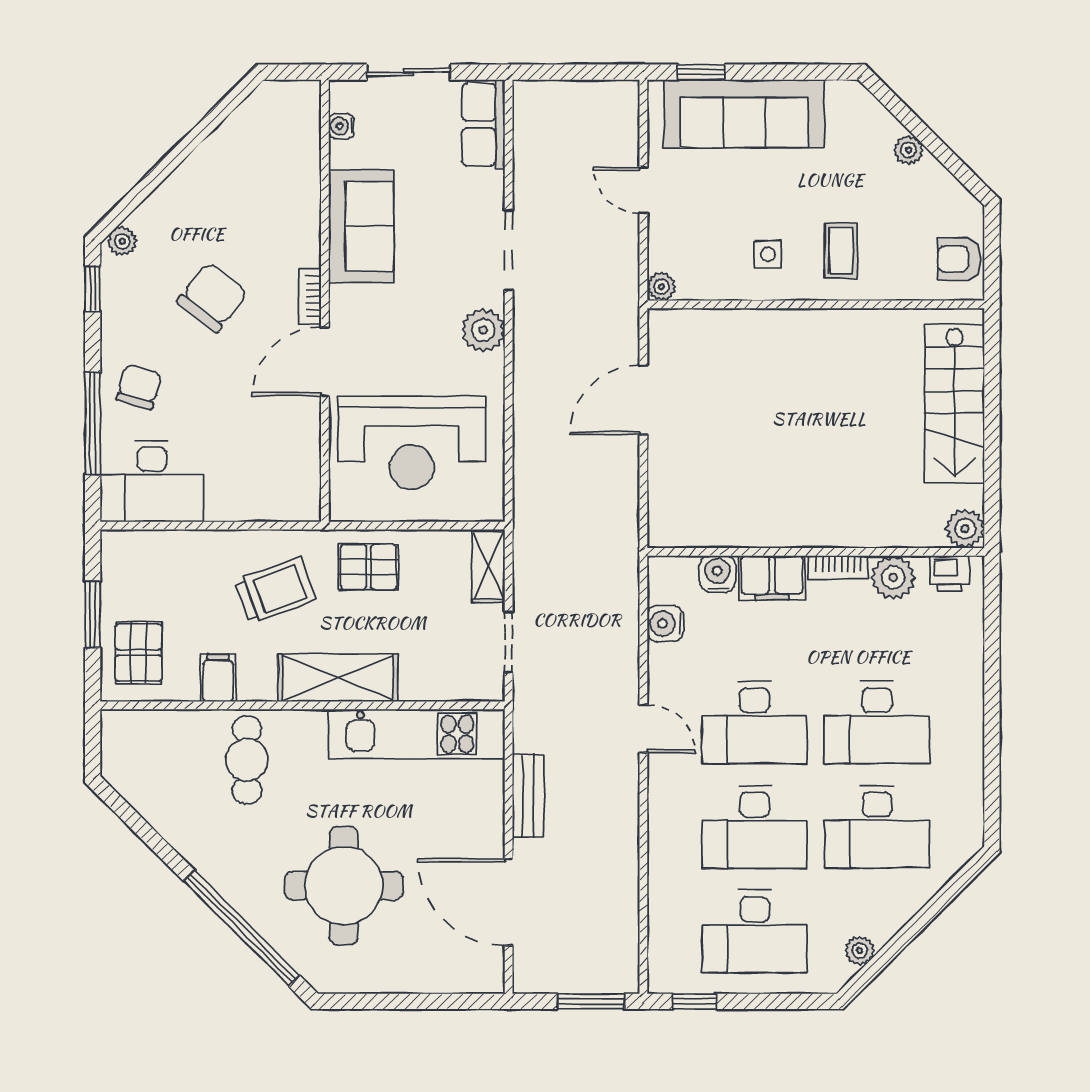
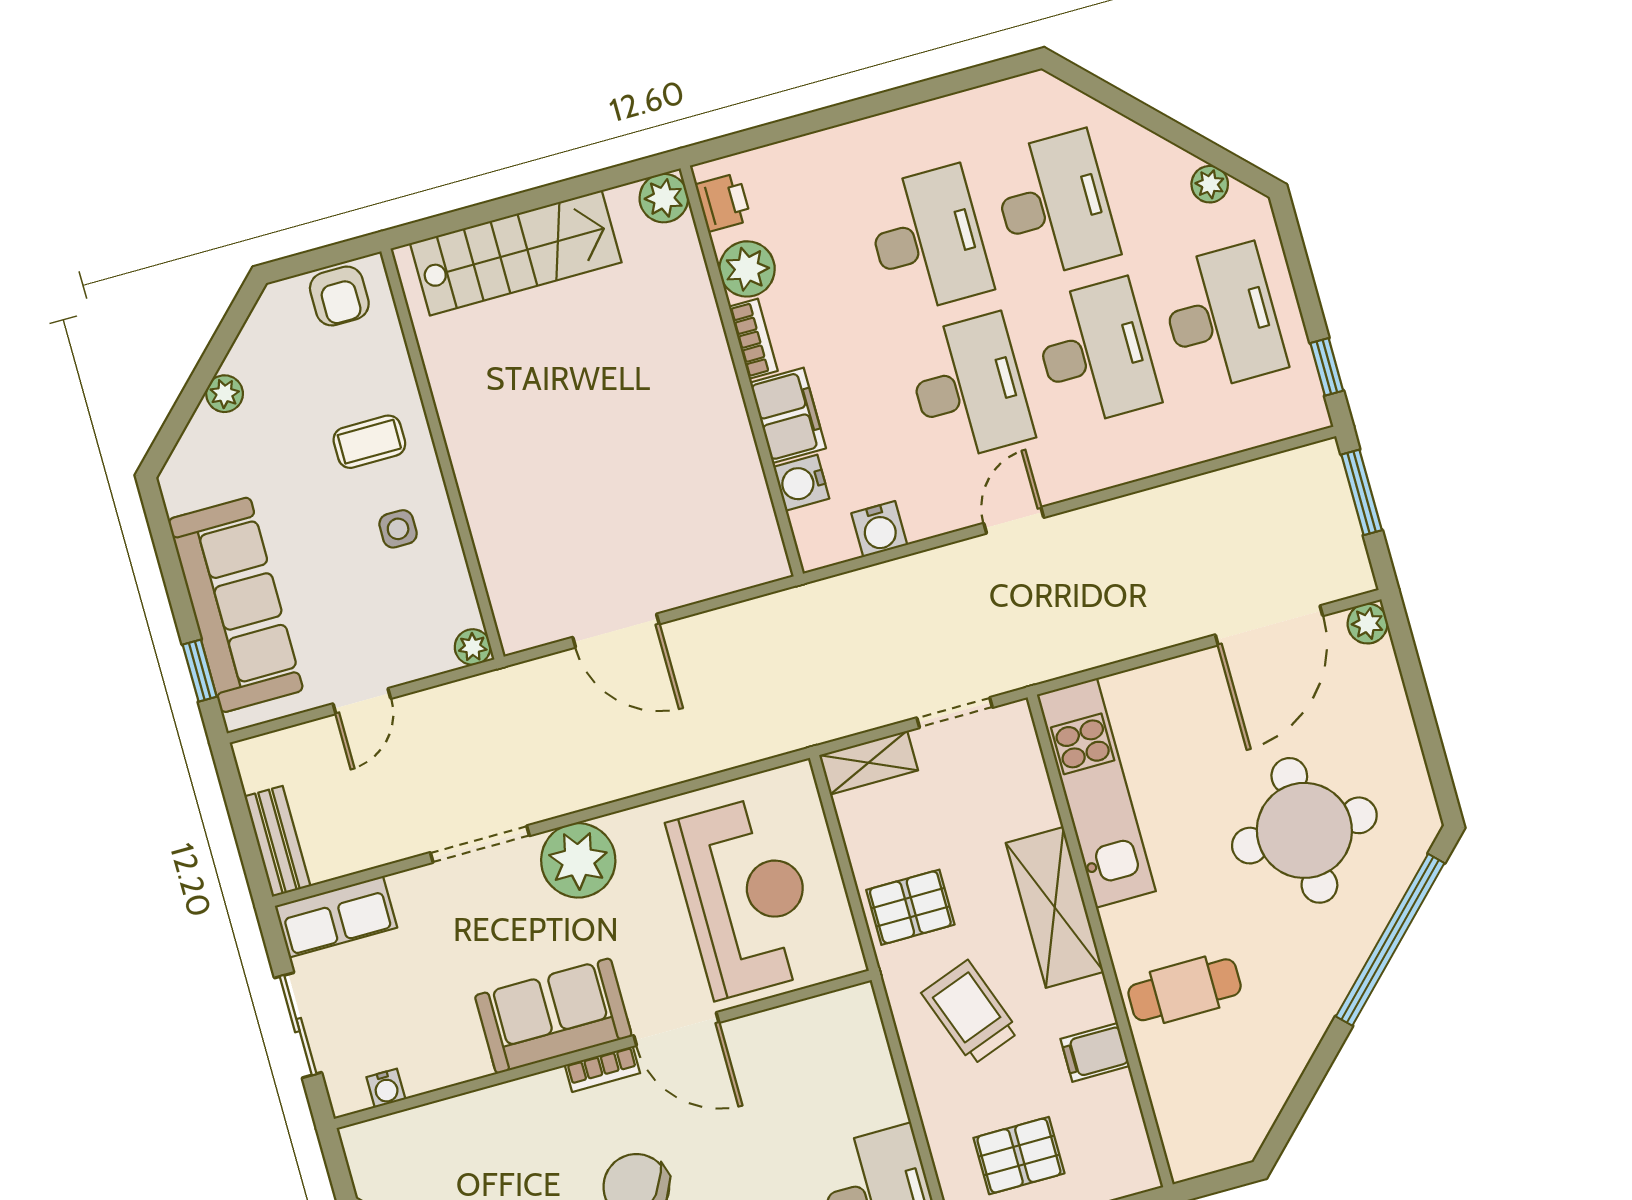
sofa: (361, 226) -> (553, 1016), moved
plant: (483, 330) -> (578, 860), width x1.36, depth x1.36
pallet: (369, 567) -> (910, 907), turned 90
pallet: (139, 653) -> (1019, 1156), moved
bench: (528, 796) -> (277, 841), moved, turned 90
plant: (489, 978) -> (1368, 624), added

